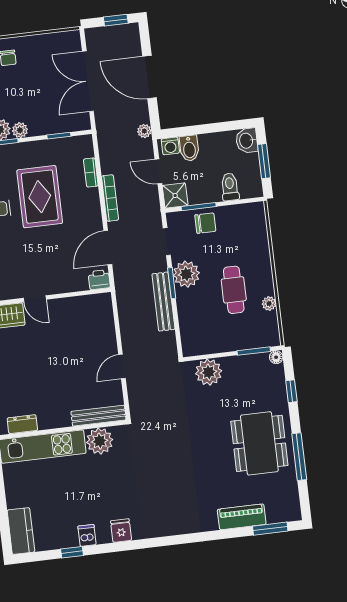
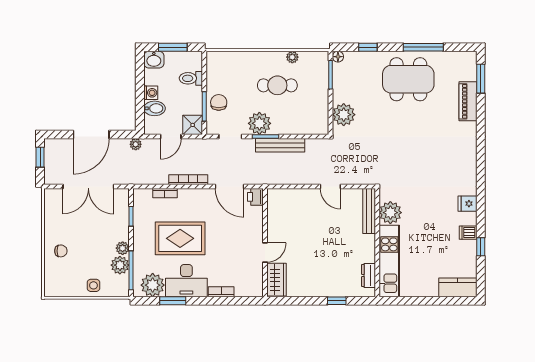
washing machine: (170, 146) -> (151, 93), moved

